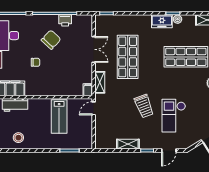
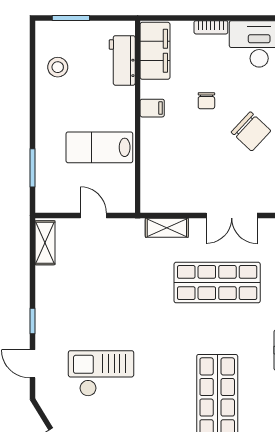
filing cabinet: (88, 90) -> (152, 108), moved
trolley: (144, 106) -> (120, 315), removed
door: (94, 108) -> (93, 215), moved
shelving: (128, 144) -> (45, 243), moved

